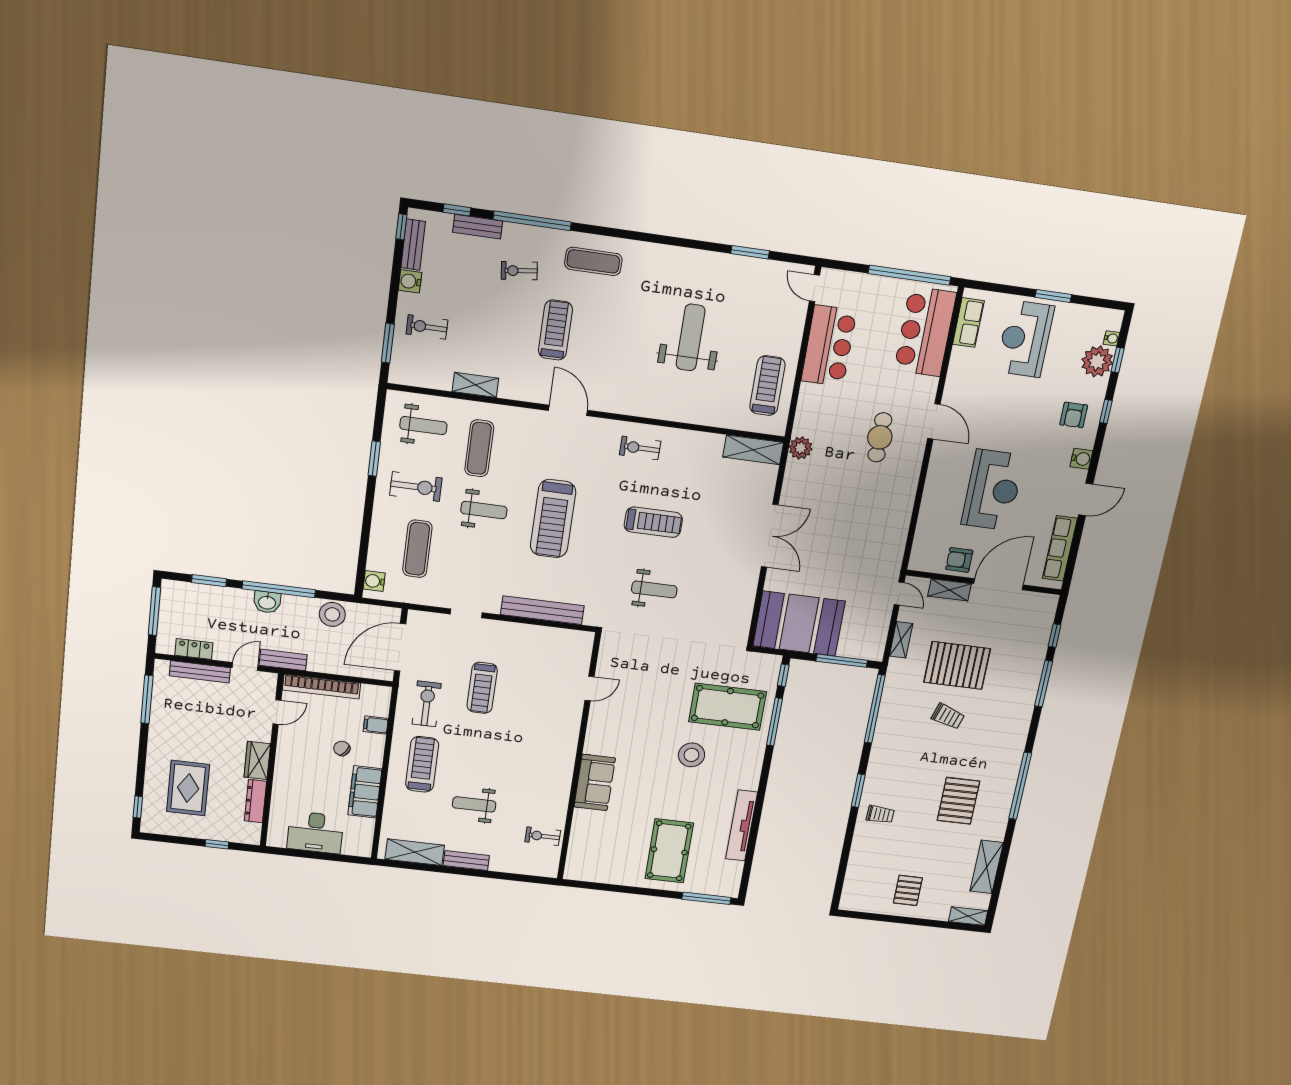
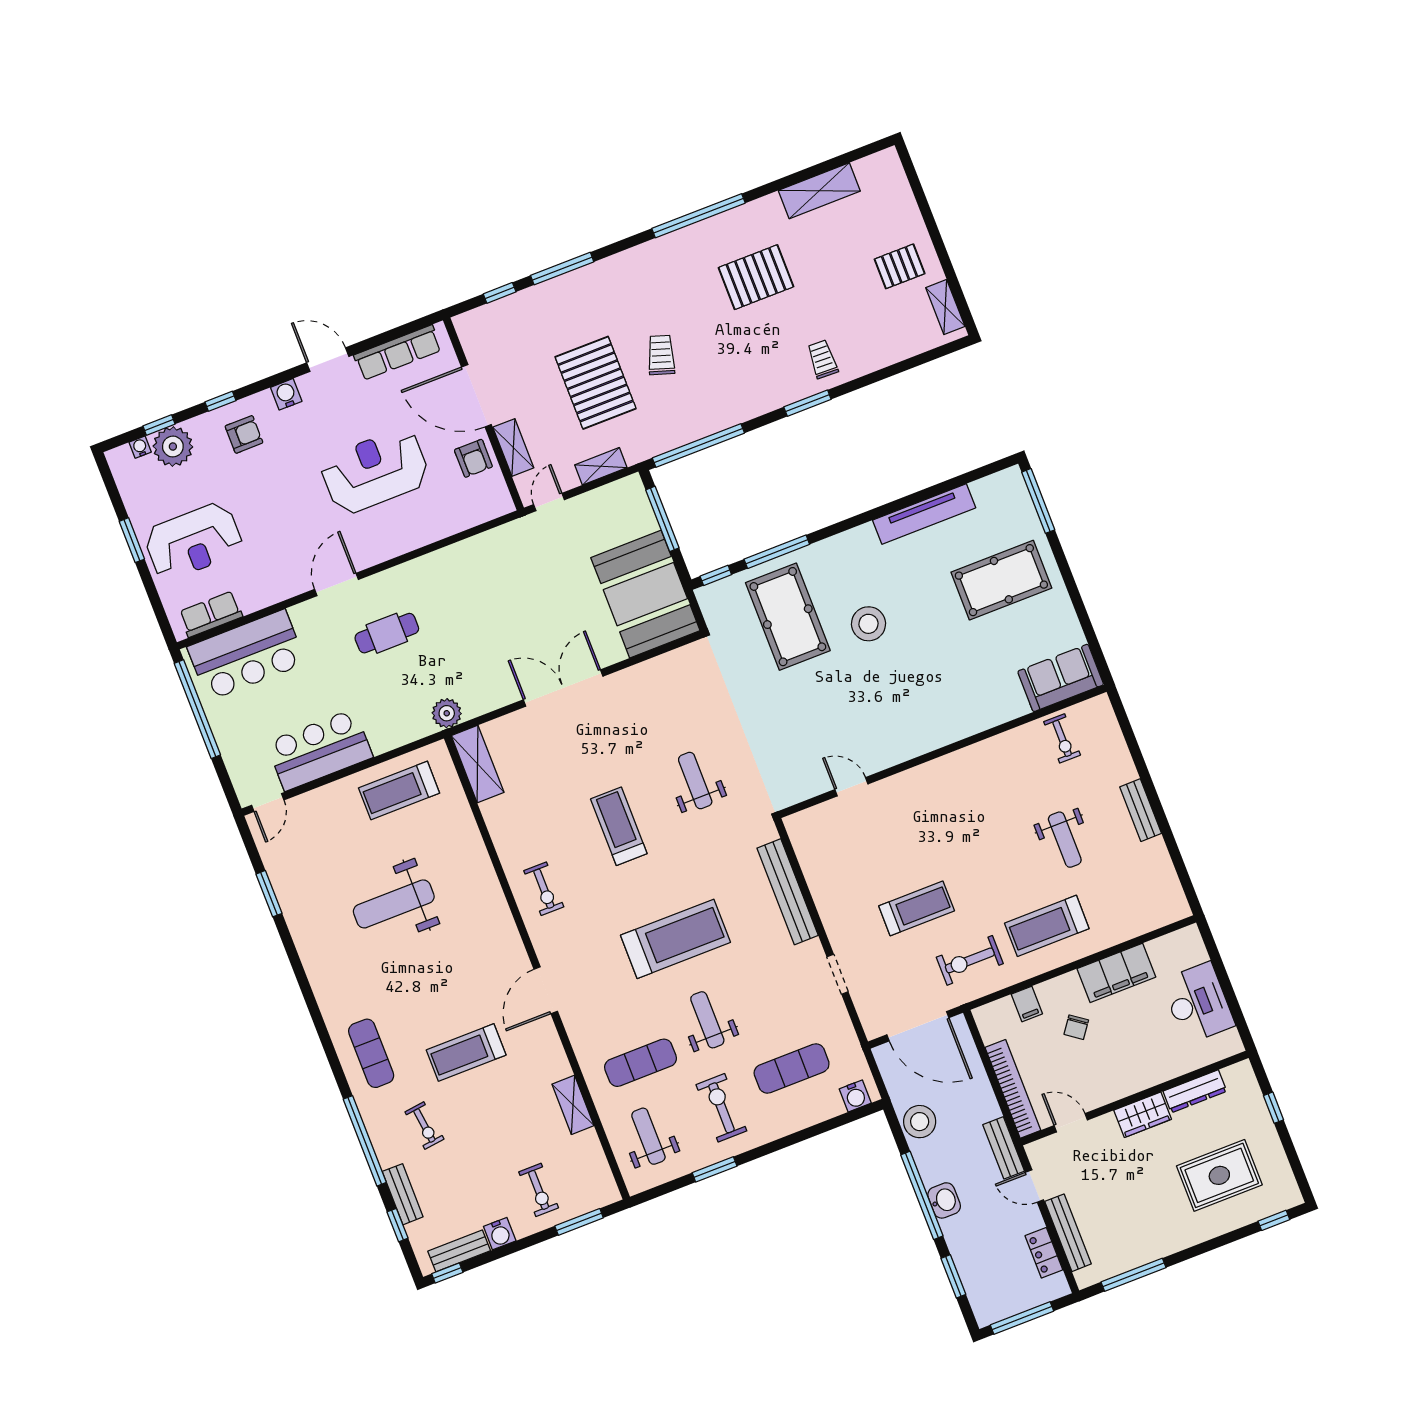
sofa: (595, 782) -> (1061, 678), moved
shelving: (415, 852) -> (1162, 876), removed
shelving: (968, 916) -> (945, 307), moved

